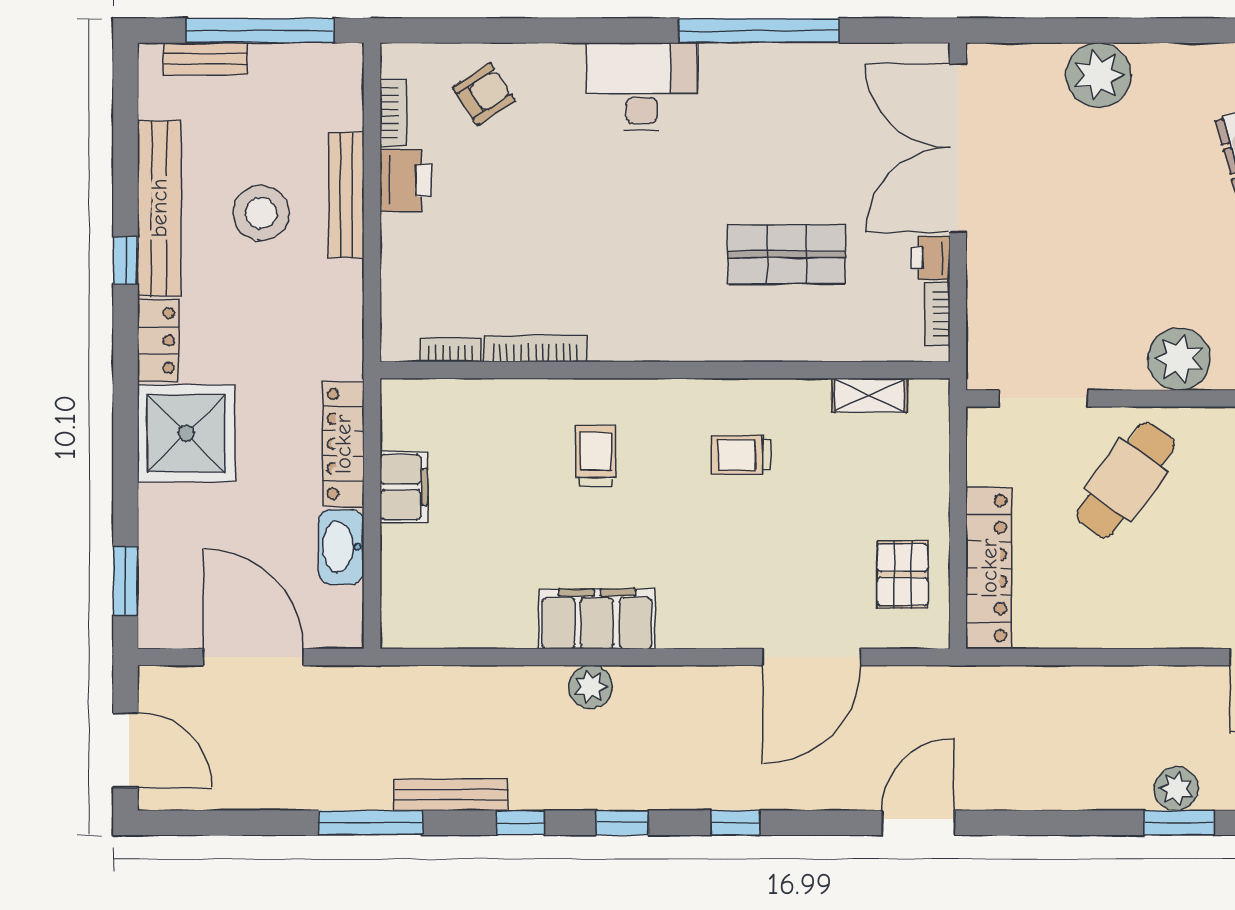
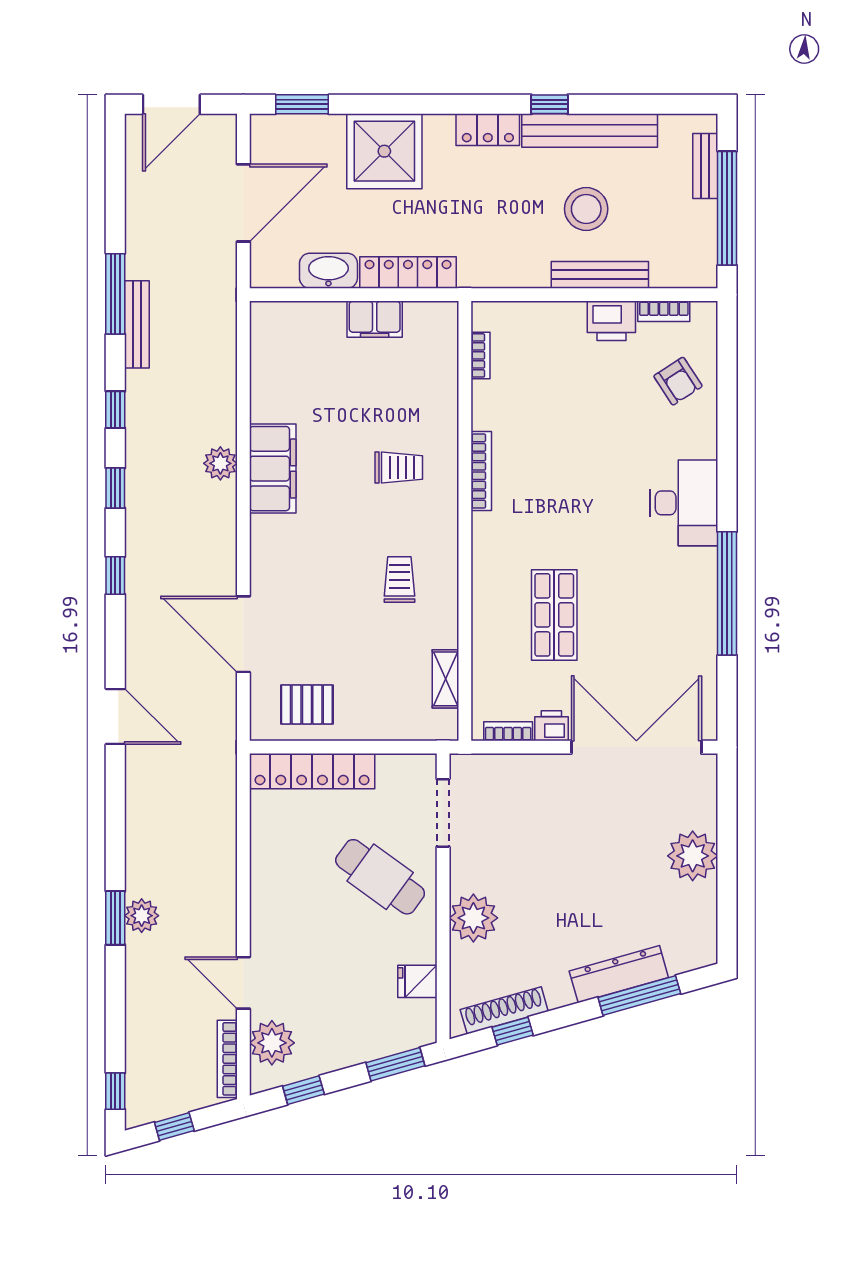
bookcase: (535, 349) -> (481, 471), moved
shower: (186, 433) -> (384, 151), moved
bench: (451, 795) -> (137, 324), moved

